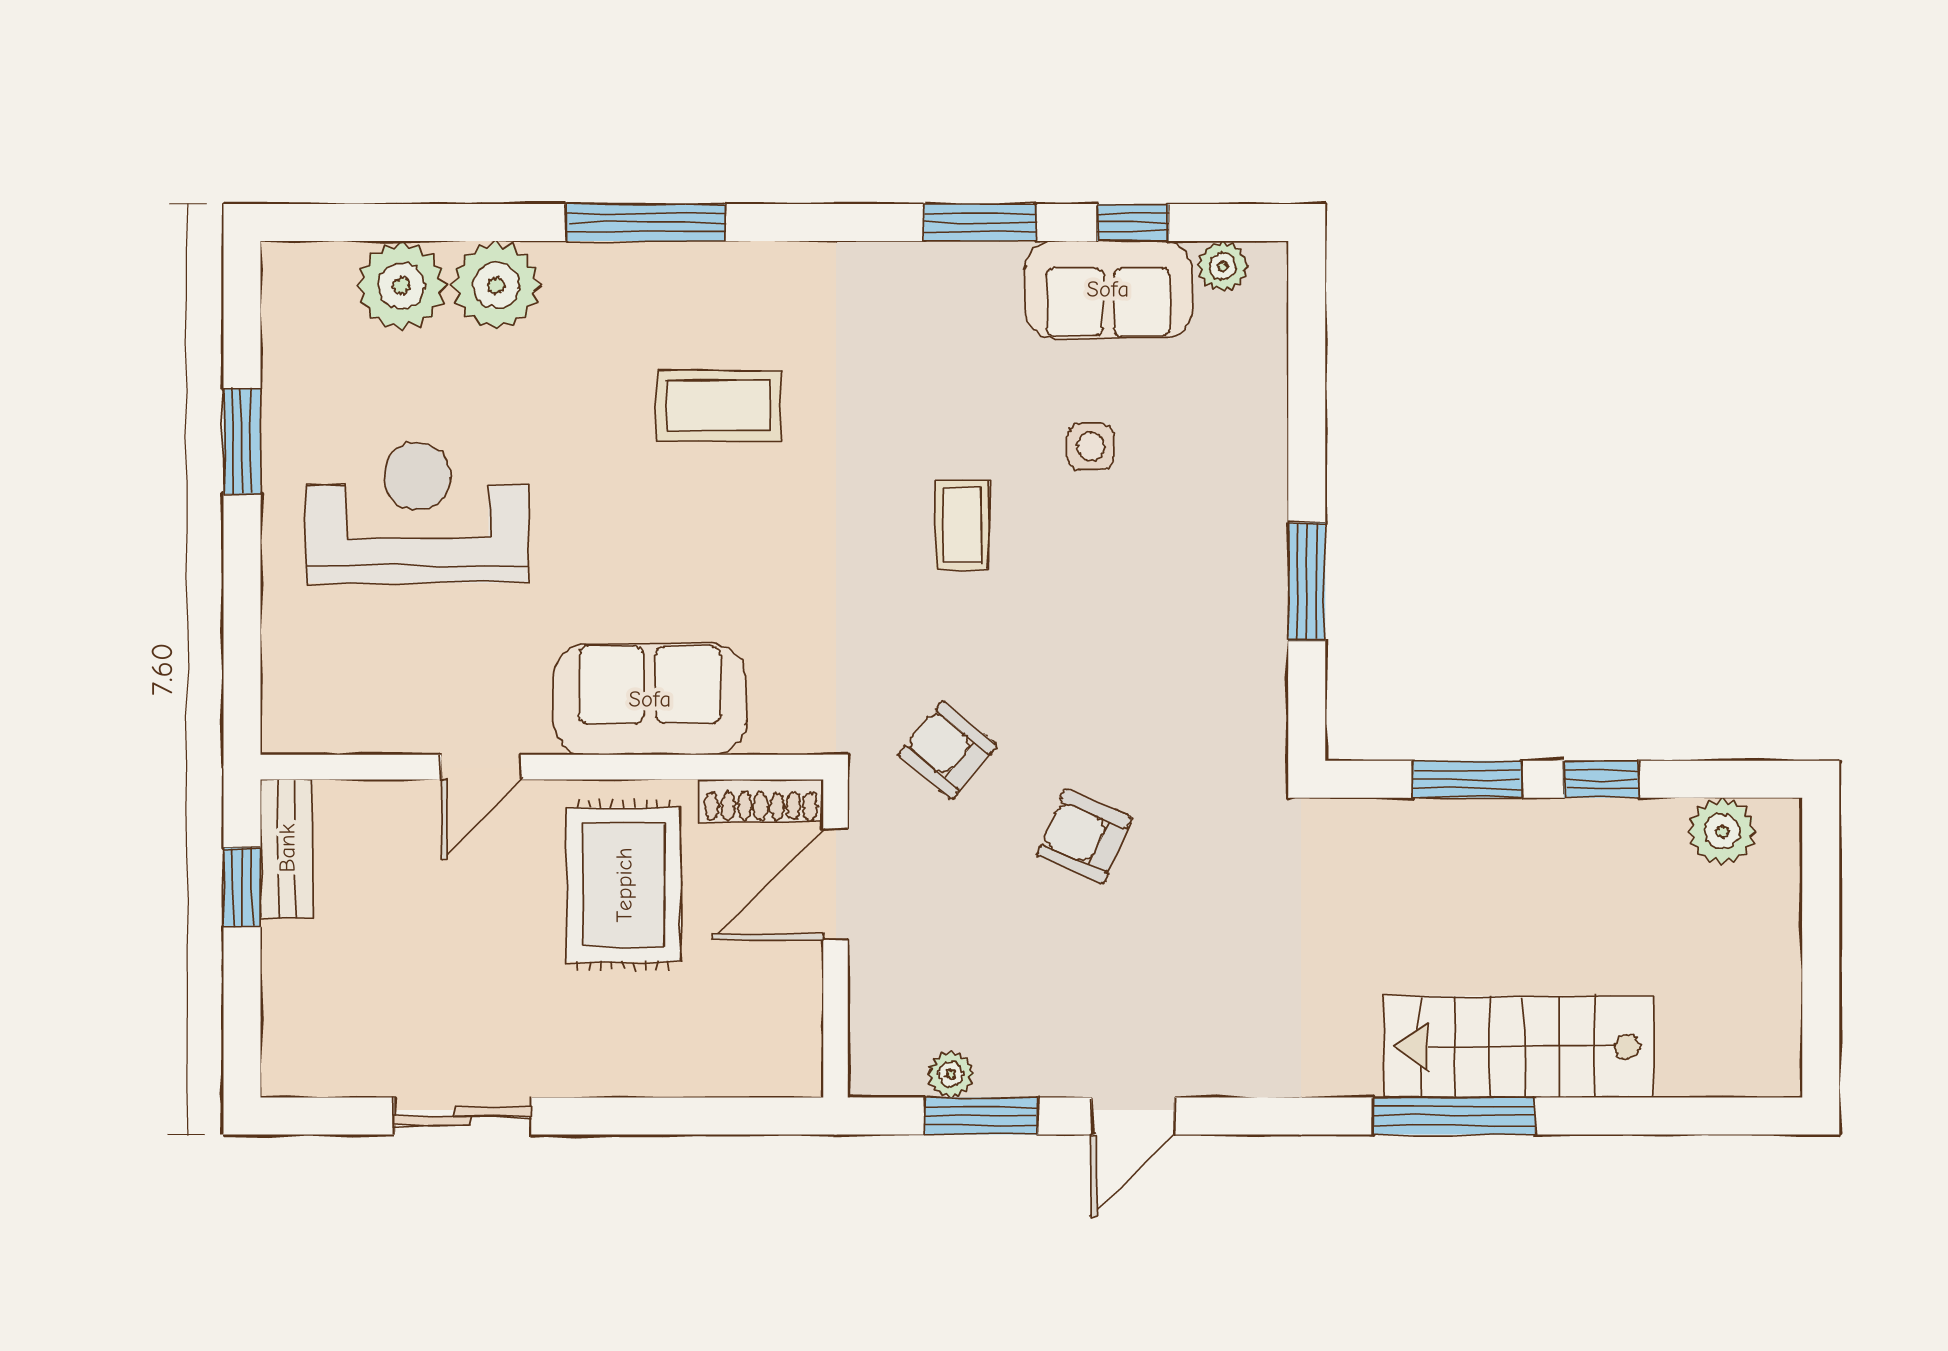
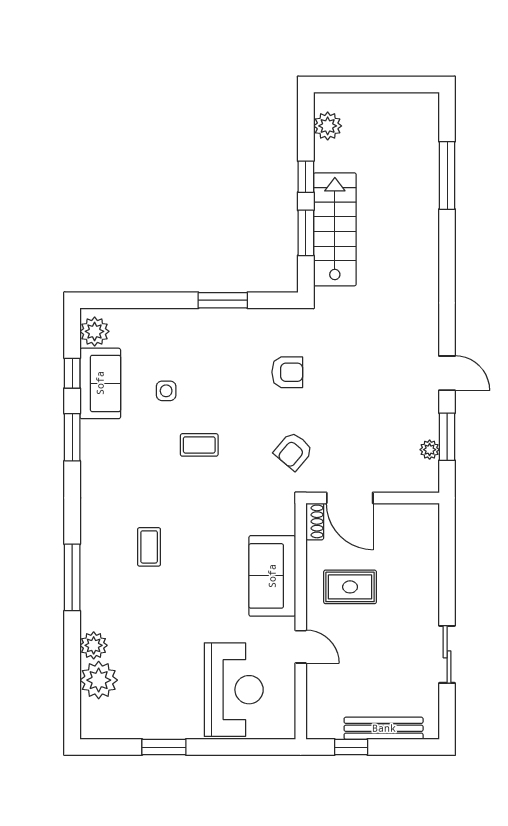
plant: (1223, 266) -> (95, 331), width x1.38, depth x1.38
plant: (496, 285) -> (94, 645), width x0.73, depth x0.73
coffee table: (719, 406) -> (149, 547), width x0.73, depth x0.77
reception desk: (417, 513) -> (234, 690), moved, turned 180
shoe rack: (761, 801) -> (315, 521), width x0.70
armchair: (1084, 837) -> (287, 372), moved, turned -113
bench: (287, 848) -> (384, 728), moved, width x1.36
rug: (624, 885) -> (350, 587), width x0.73, depth x0.70
stairs: (1519, 1047) -> (335, 229), moved, turned 180
window: (1454, 1116) -> (447, 175), moved

